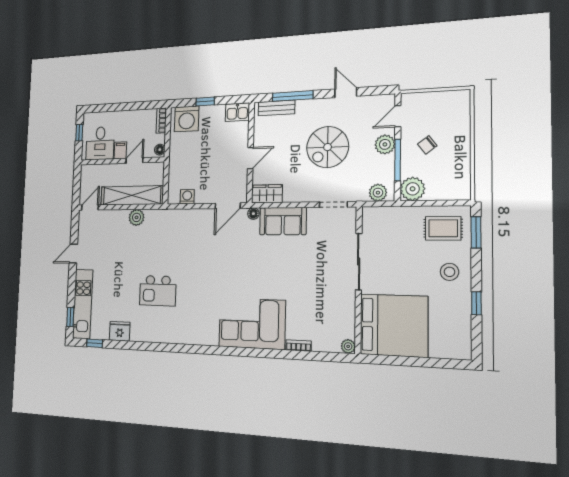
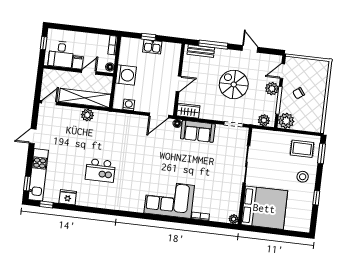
kitchen sink: (237, 112) -> (152, 47), moved
washing machine: (187, 119) -> (126, 75), moved, turned -90
spiral stairs: (328, 147) -> (234, 84), turned 90

